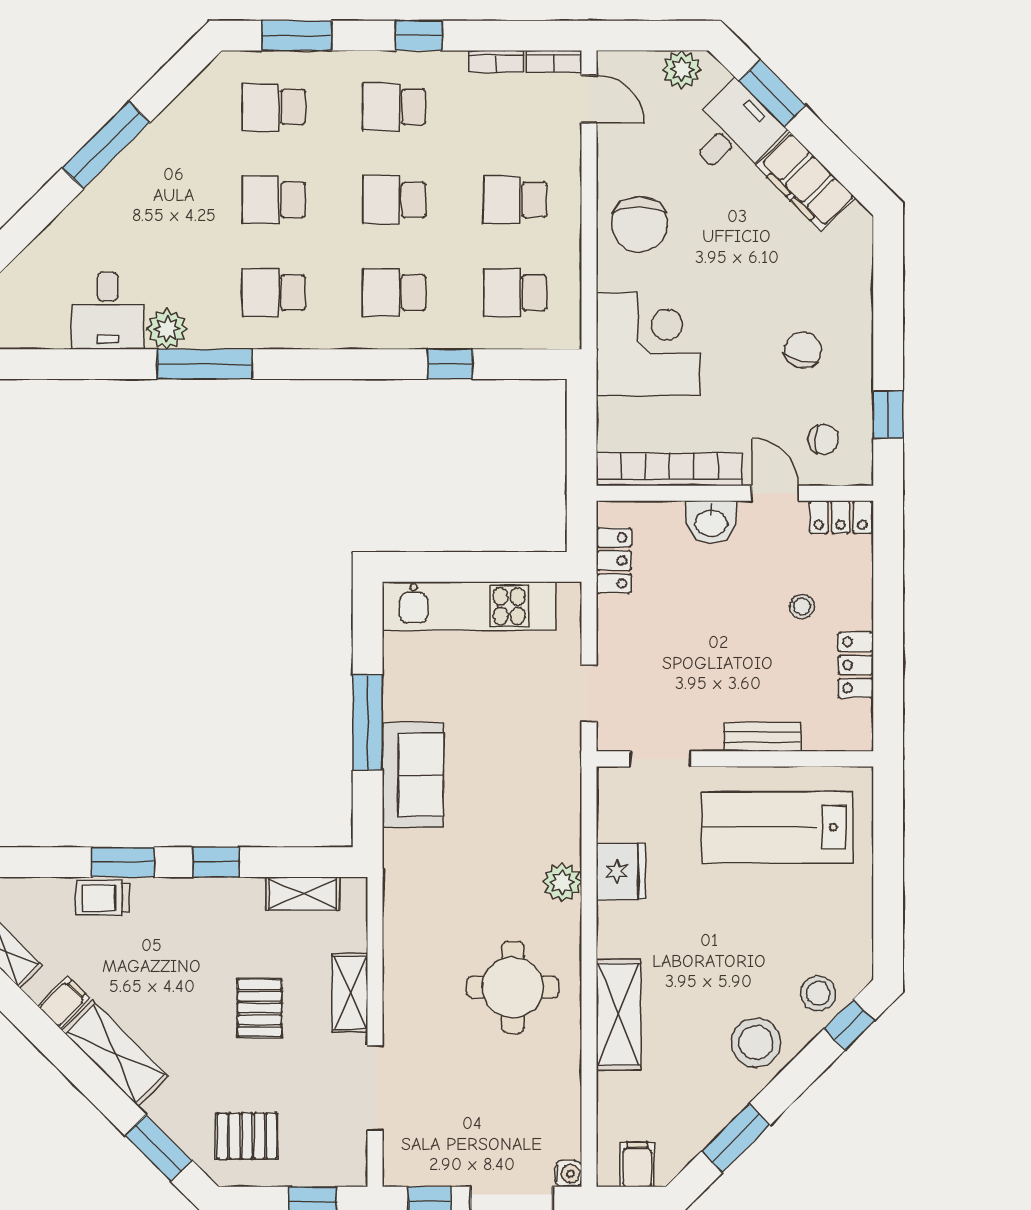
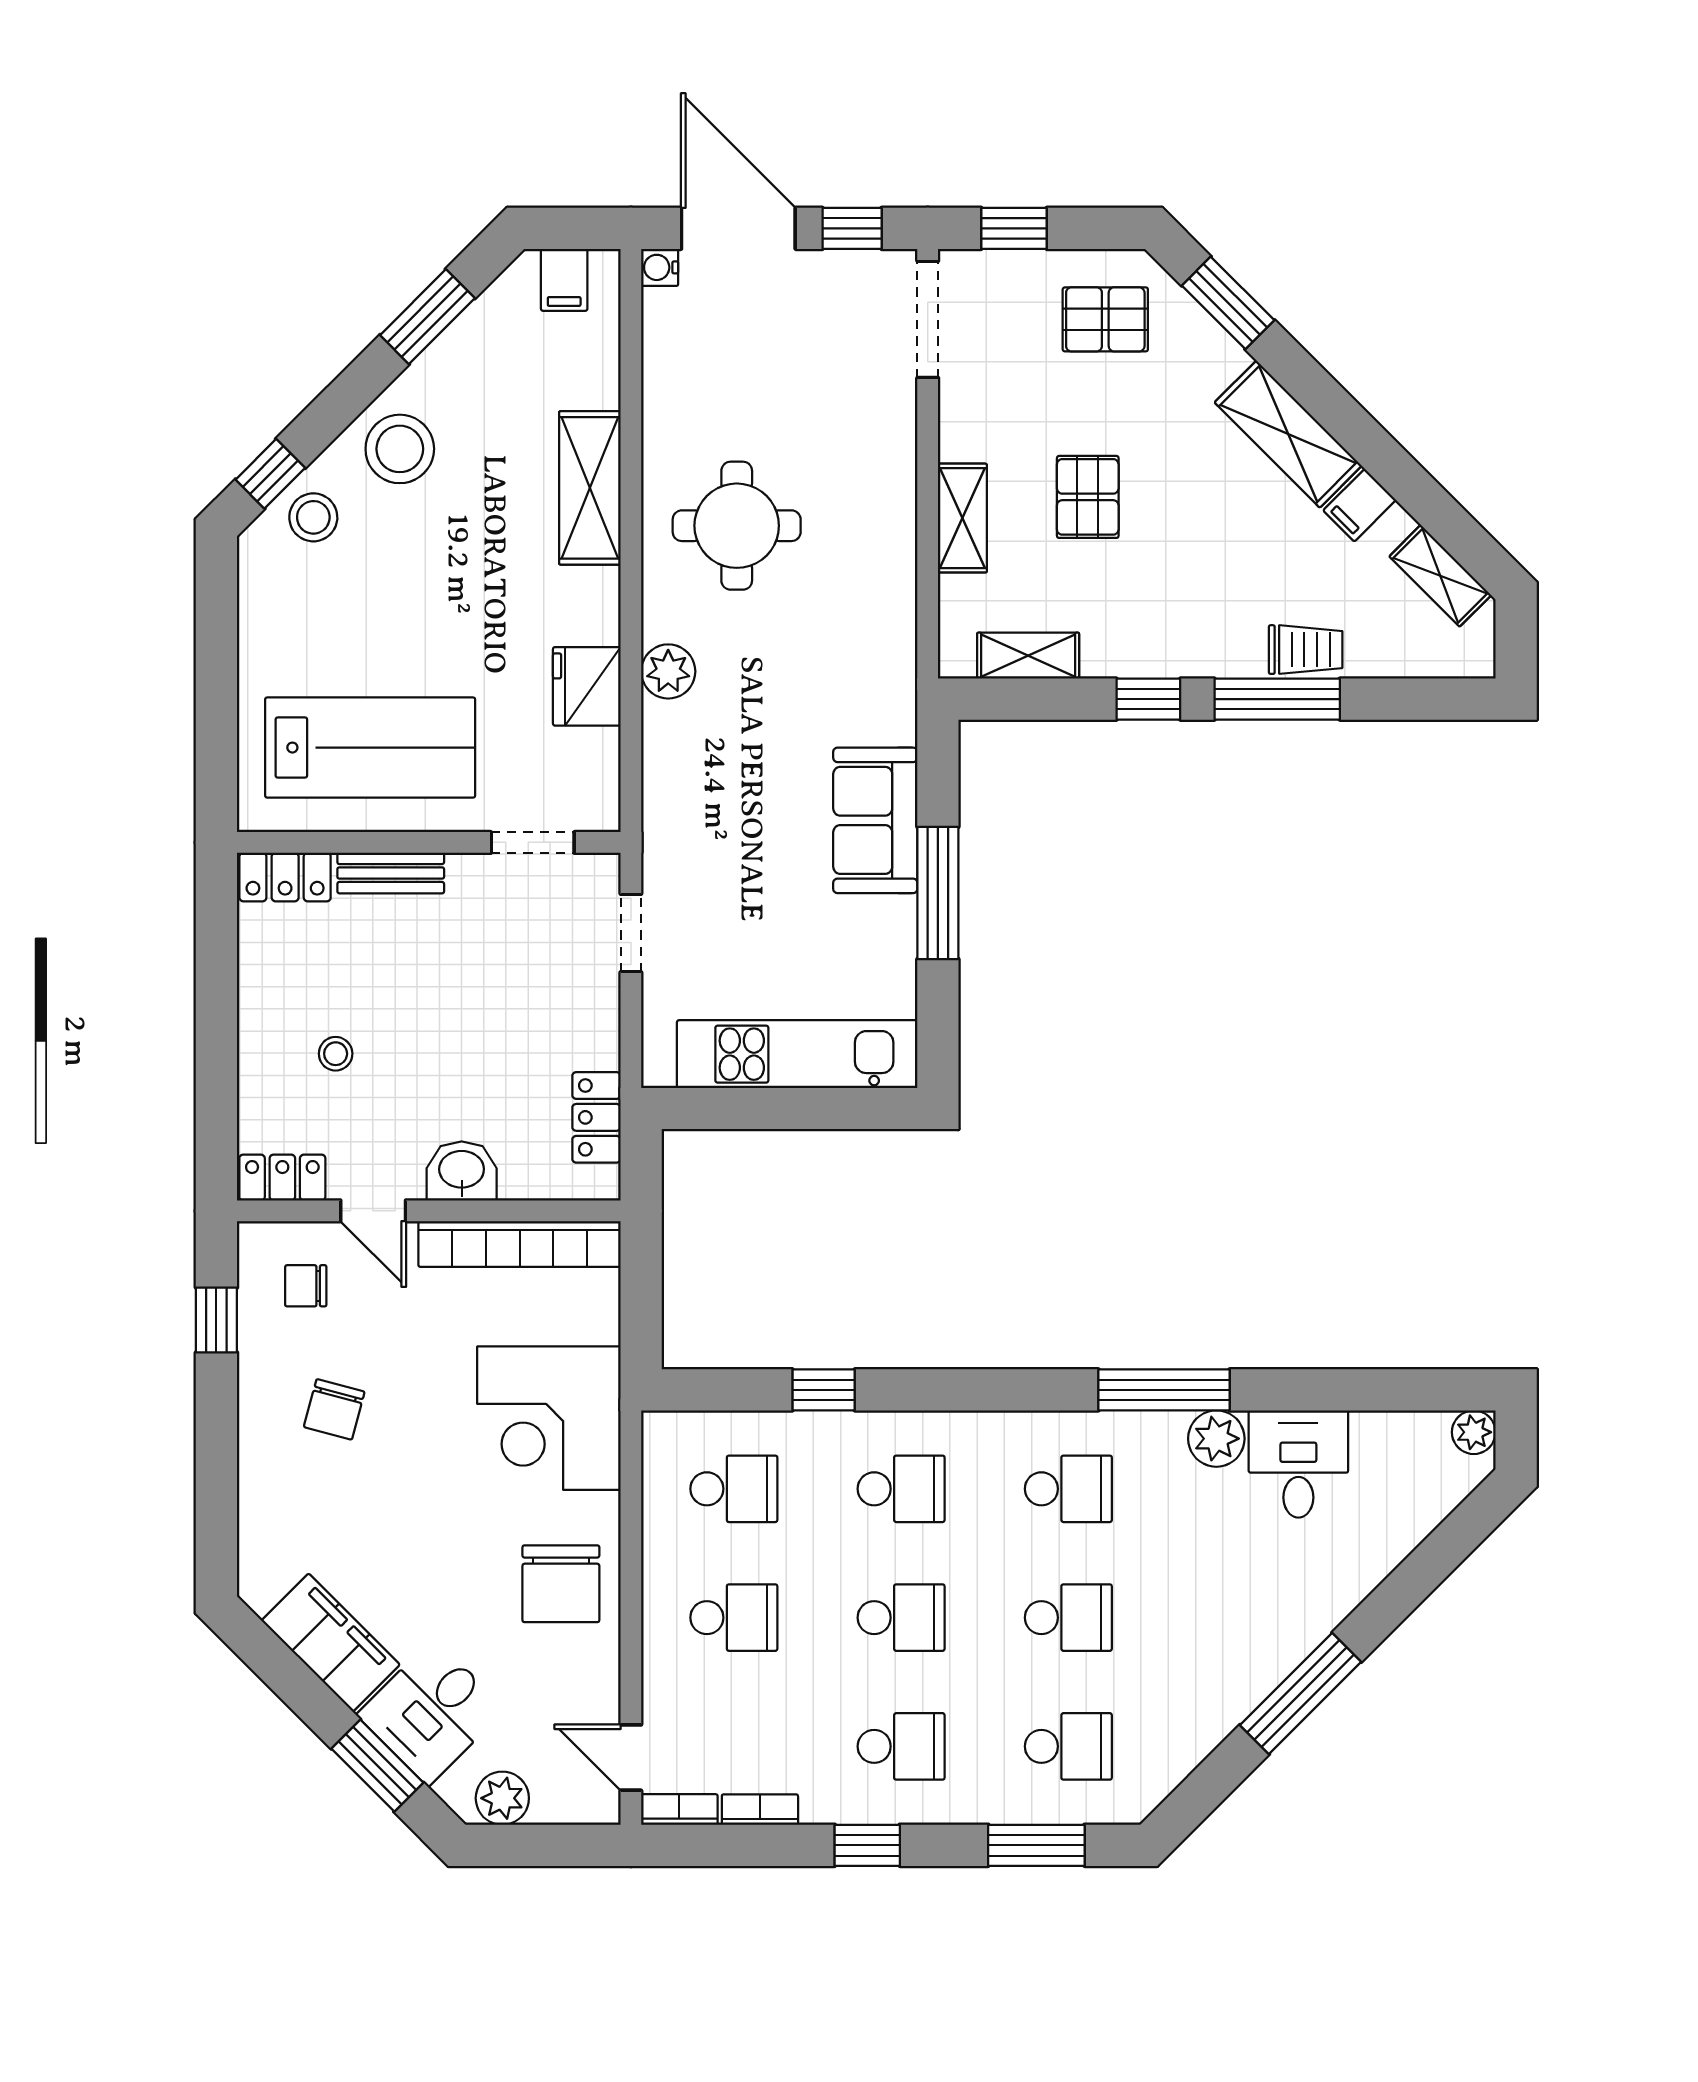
chair: (640, 224) -> (561, 1584), turned 180
locker: (856, 665) -> (285, 877), moved, turned 90
window: (123, 862) -> (1277, 699), width x1.44
doorway: (375, 1088) -> (928, 319), moved

